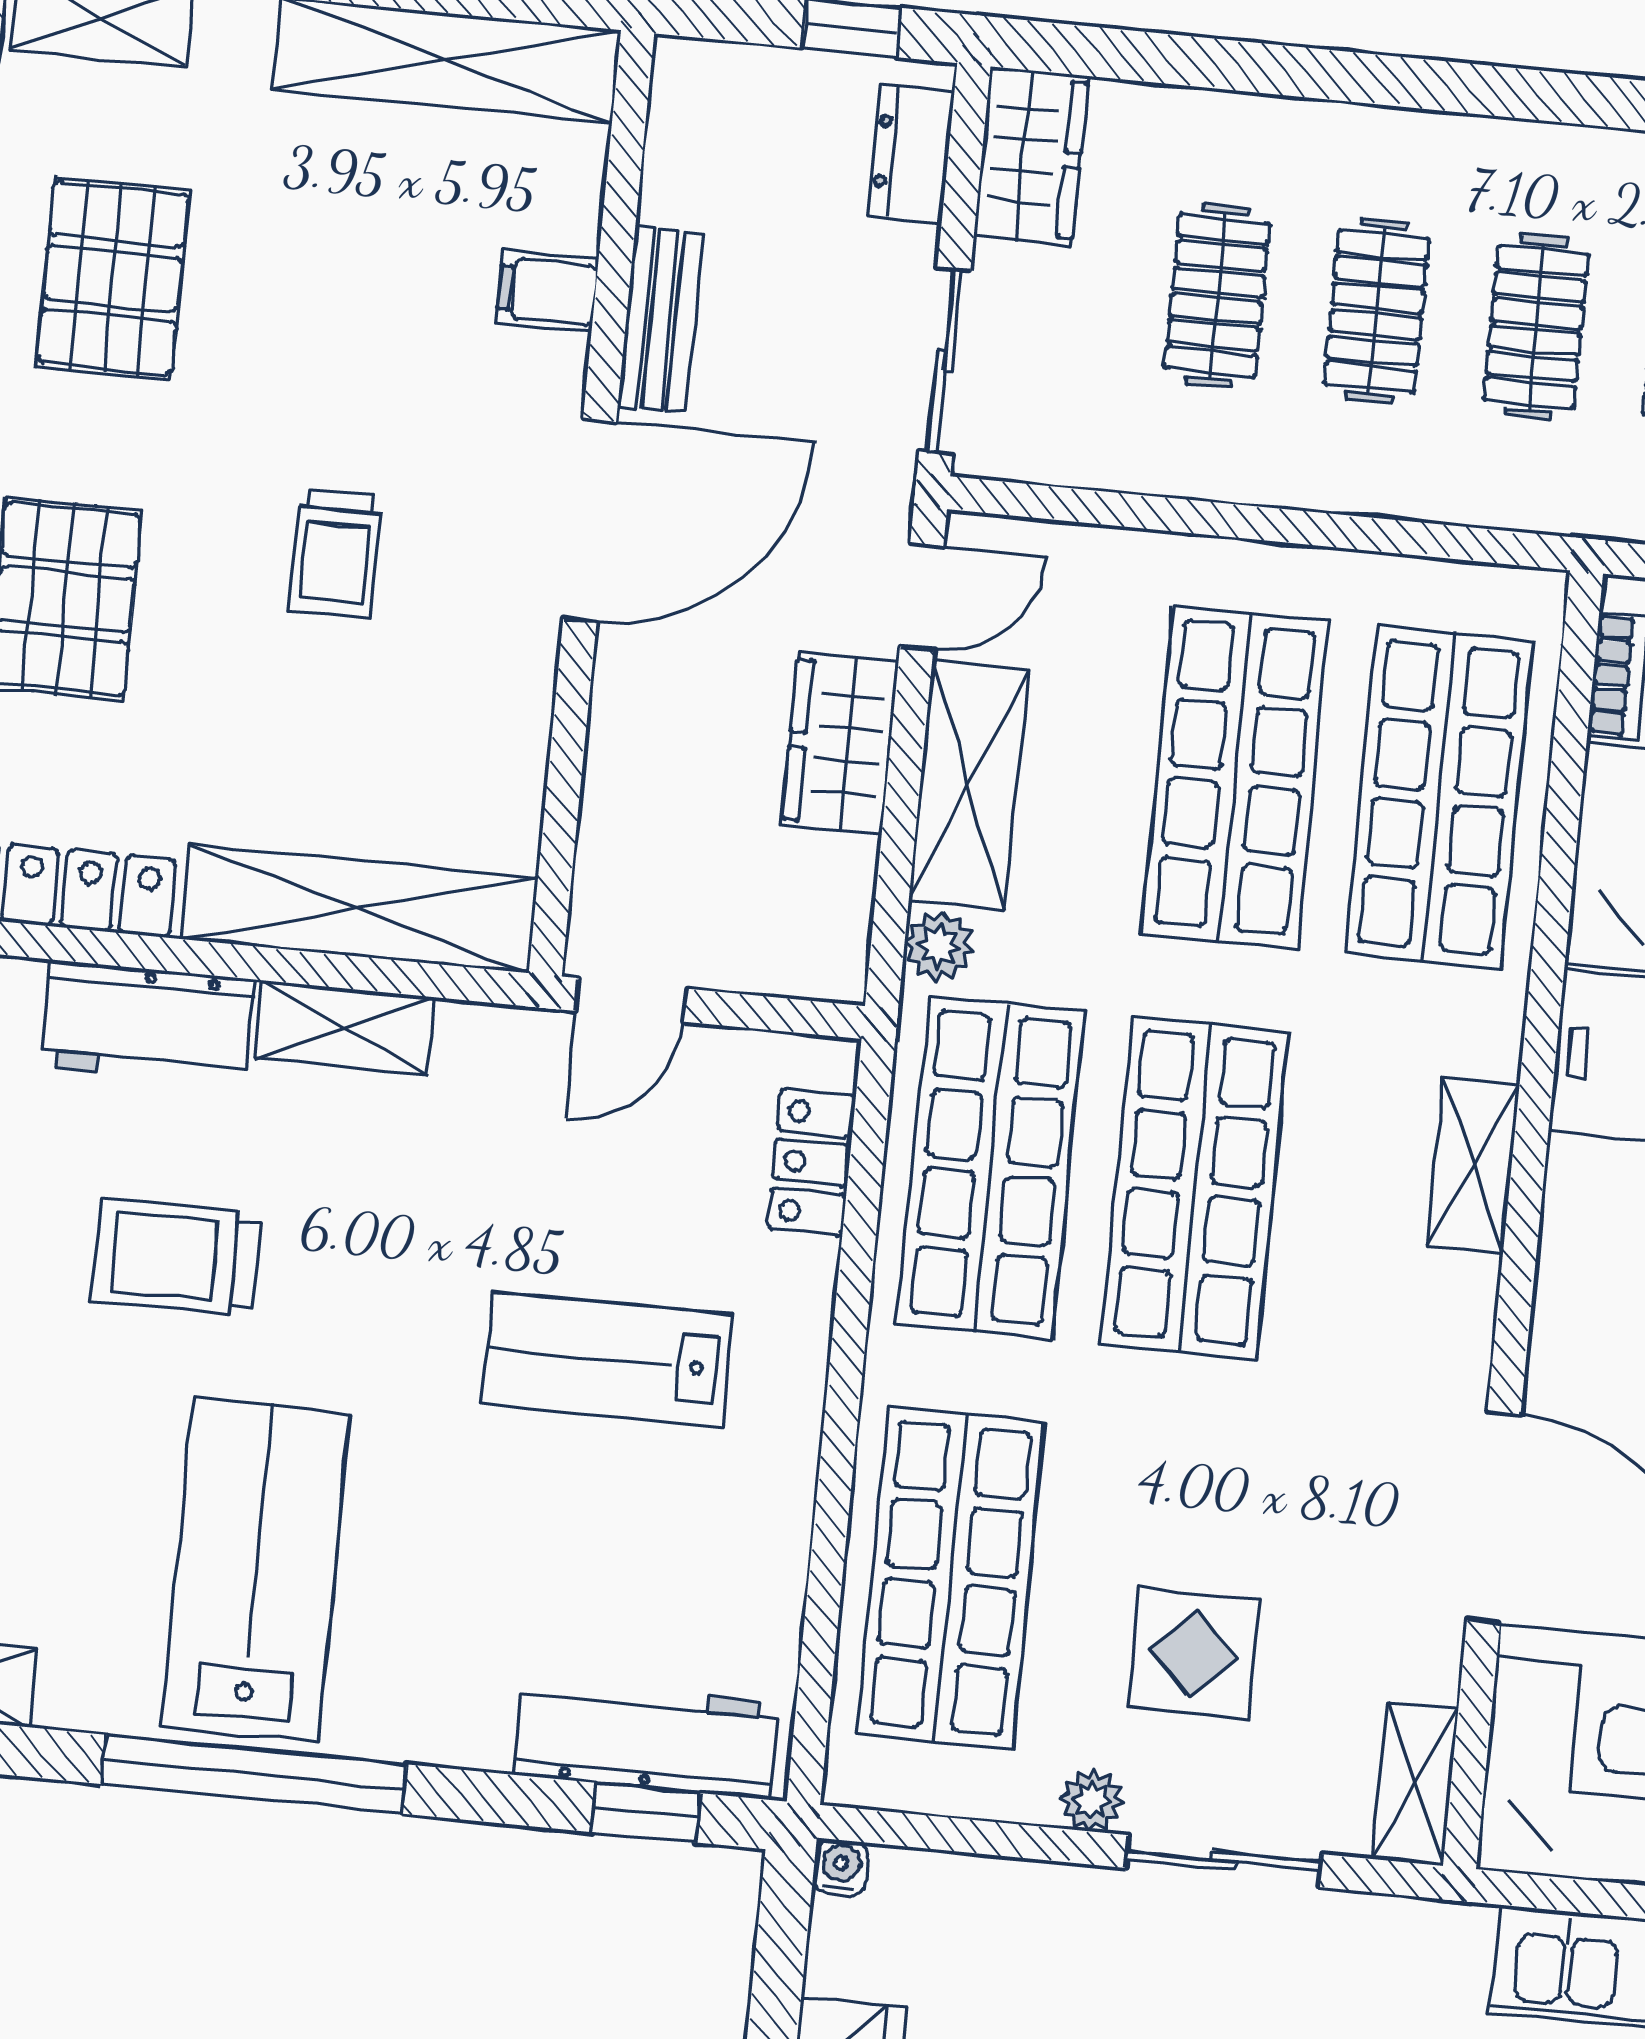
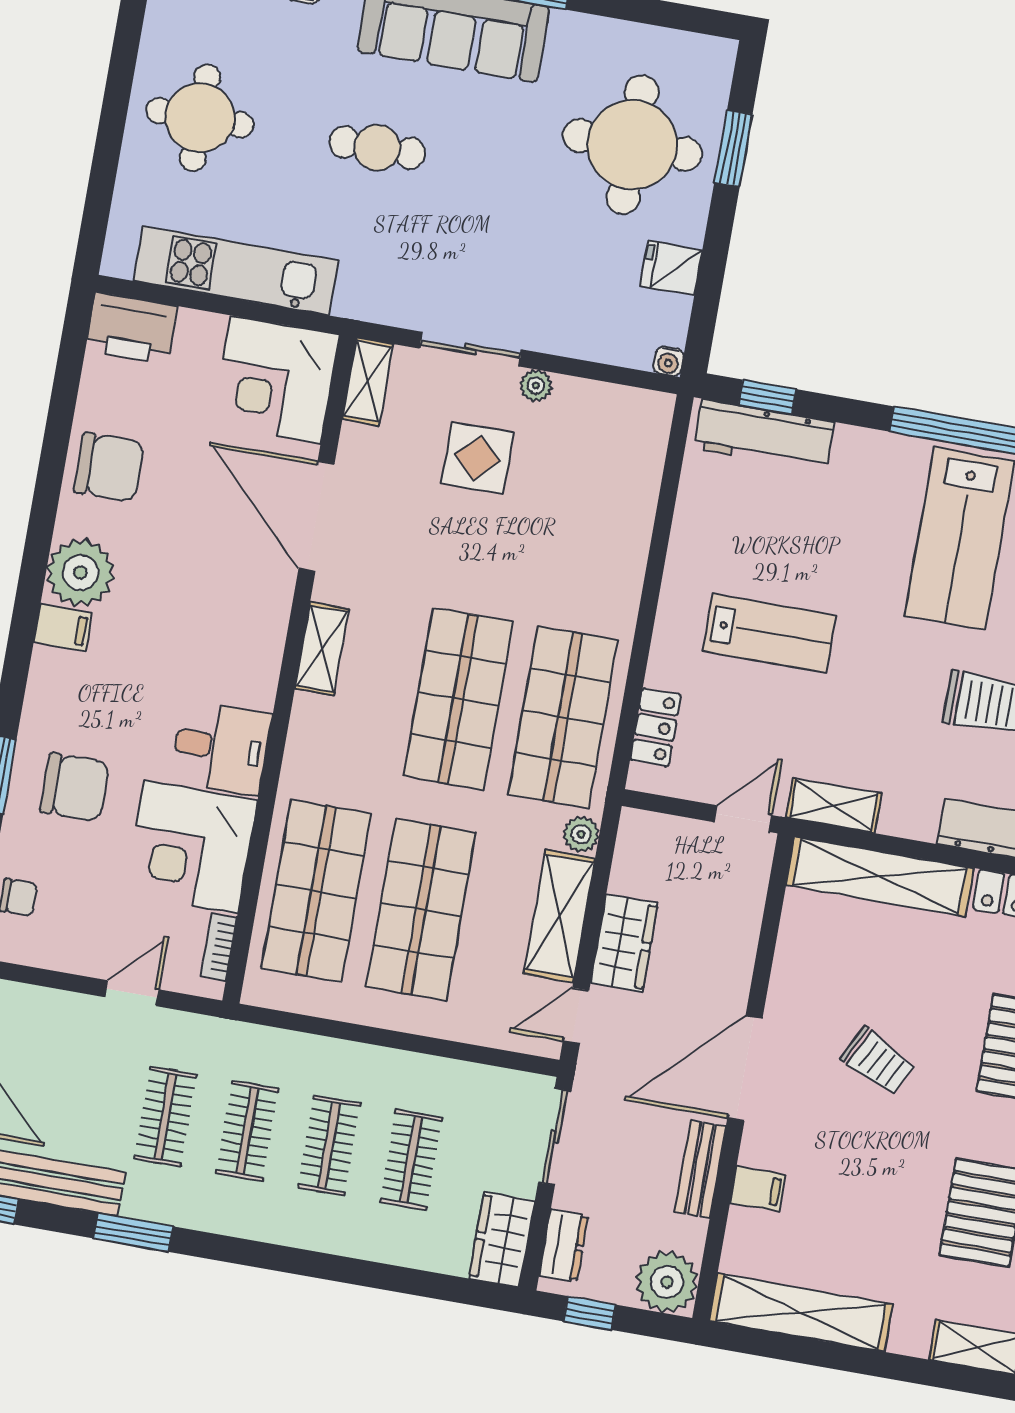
plant: (708, 99) -> (667, 1282), added
trolley: (336, 554) -> (878, 1061), turned 117
shelving: (344, 1027) -> (834, 805), moved
shelving: (1473, 1165) -> (322, 649), moved
shop shelf: (951, 1578) -> (600, 507), removed

